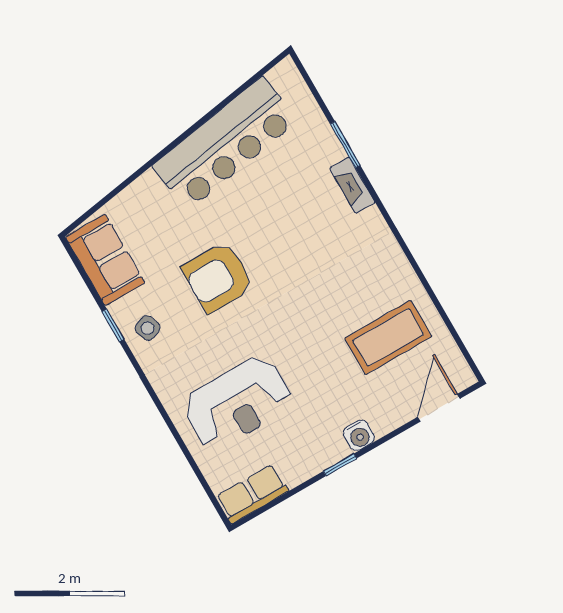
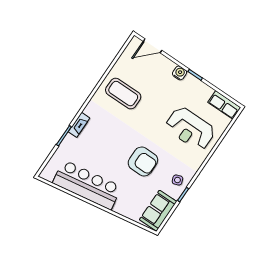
coffee table: (388, 337) -> (123, 94), moved
reception desk: (238, 403) -> (190, 129), turned 180

